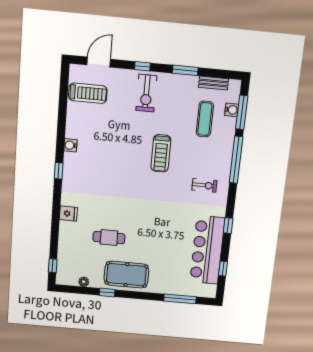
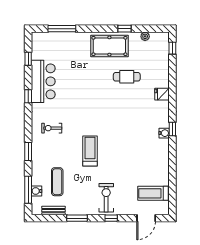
water cooler: (70, 145) -> (164, 133), moved
window: (236, 160) -> (28, 151), width x0.47
bar counter: (207, 250) -> (43, 81), width x0.73

